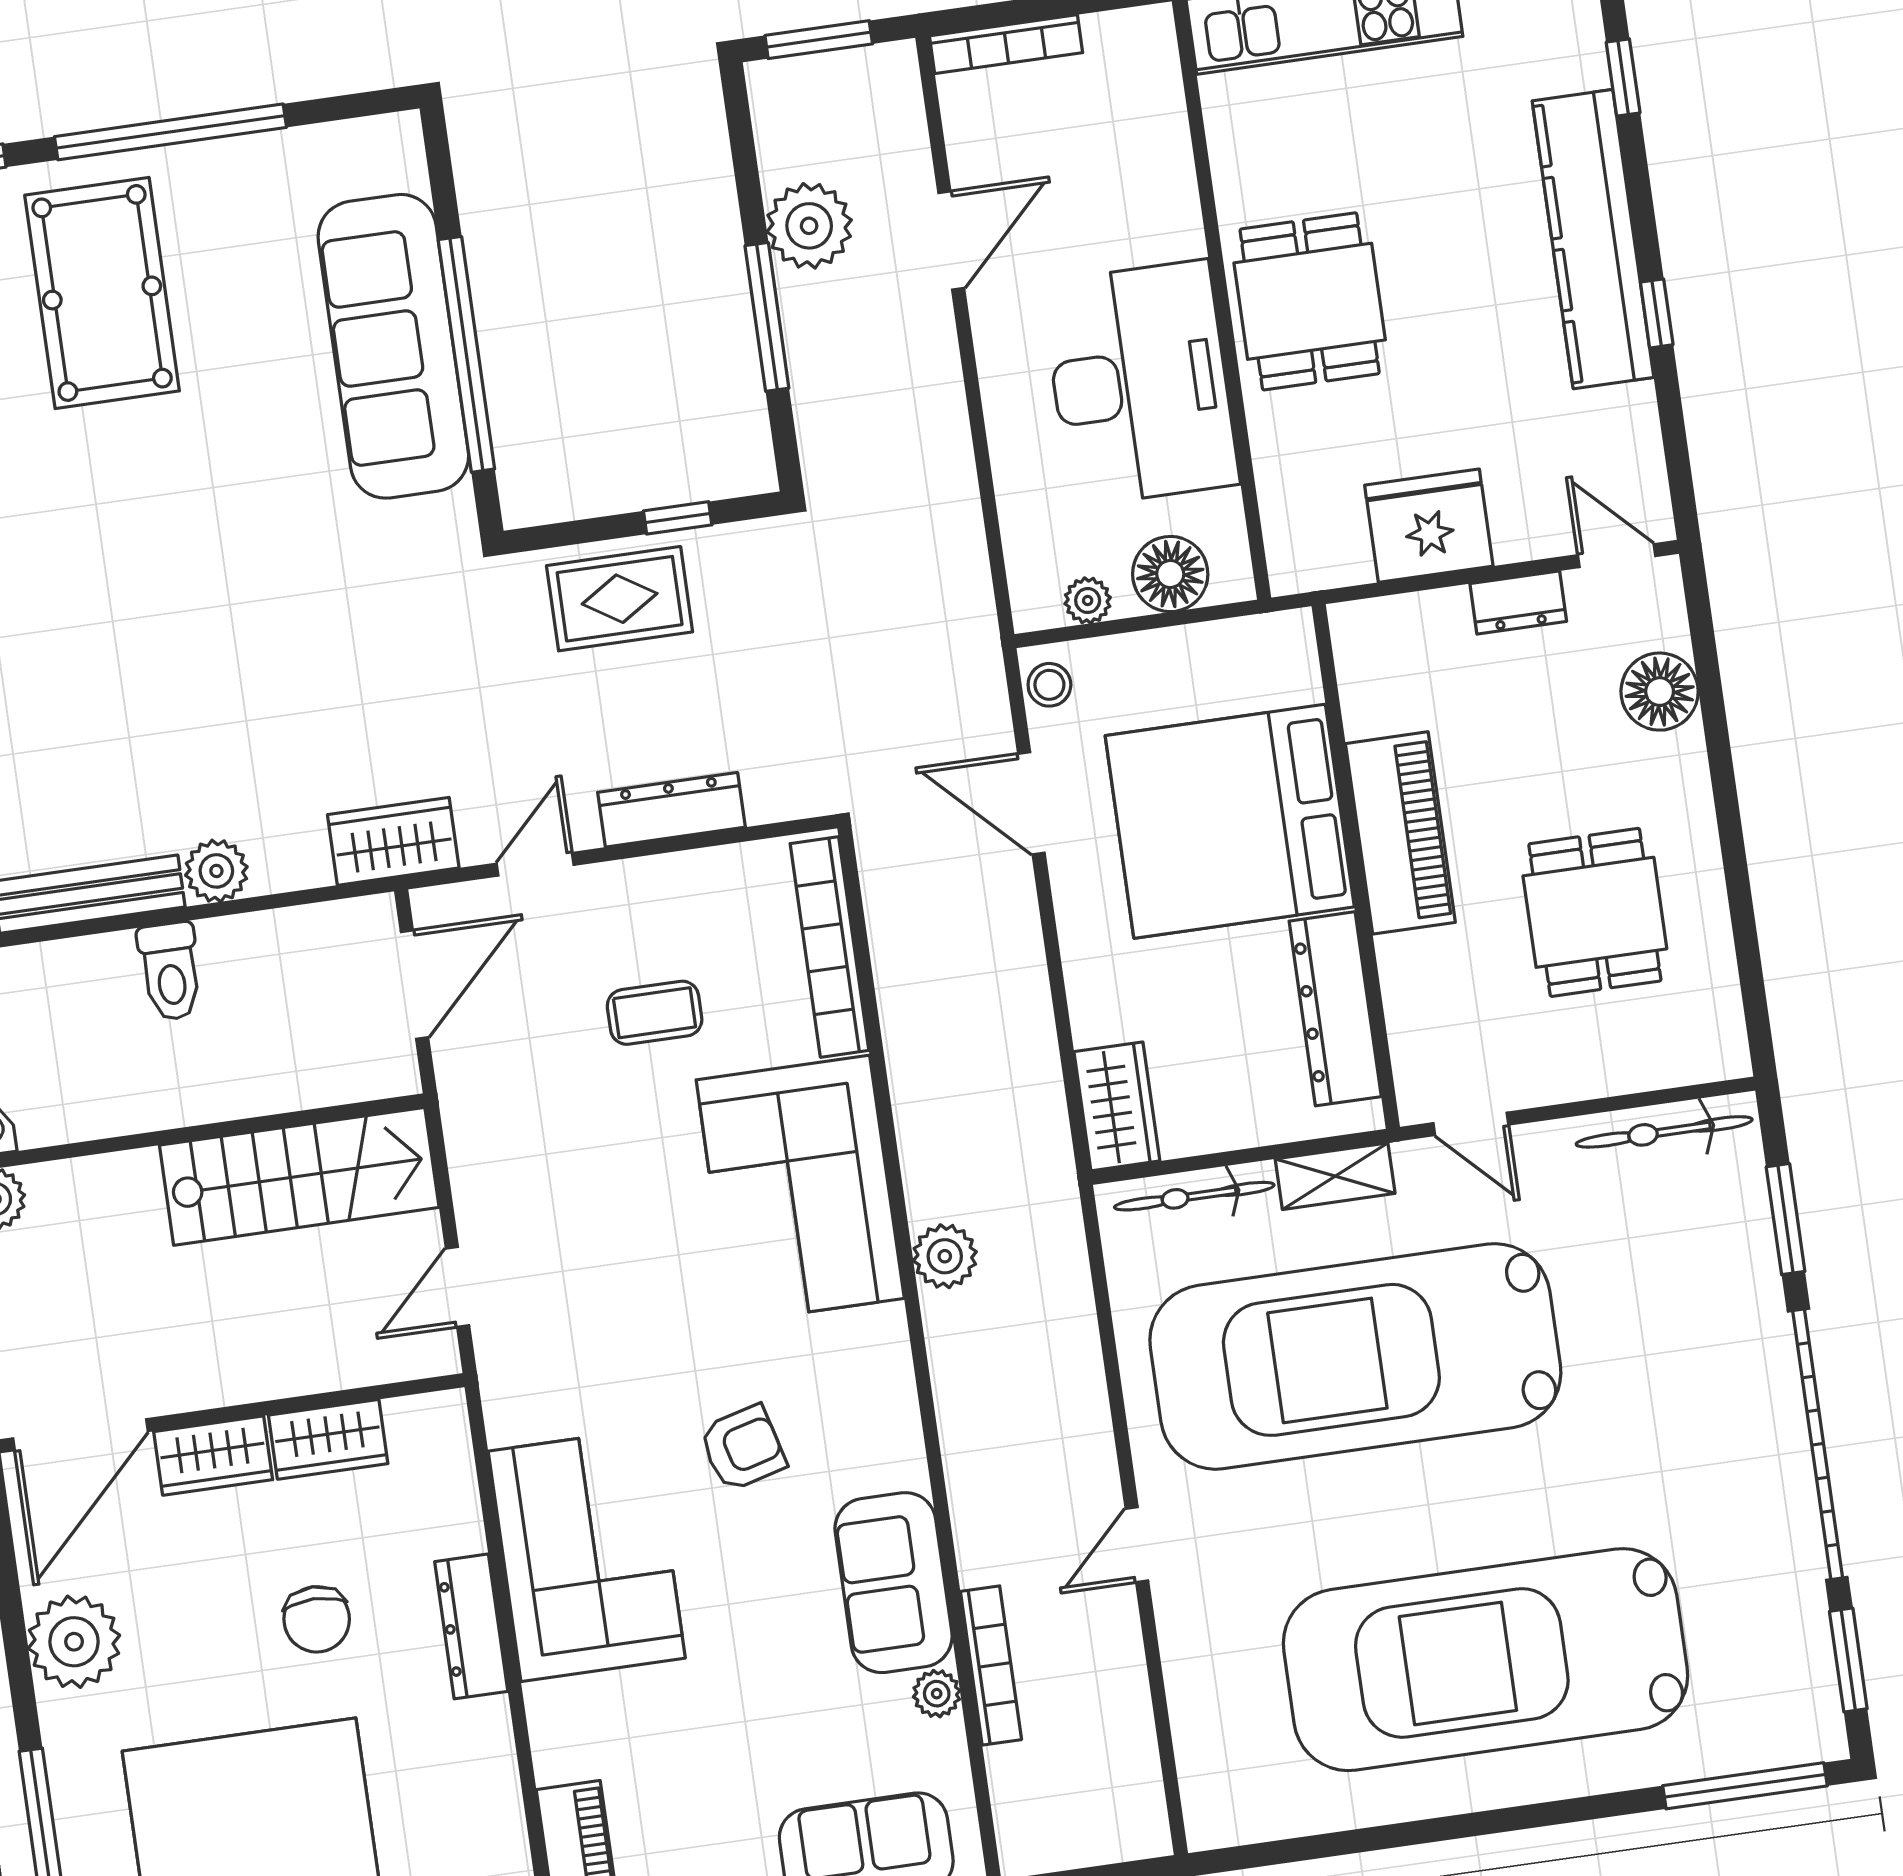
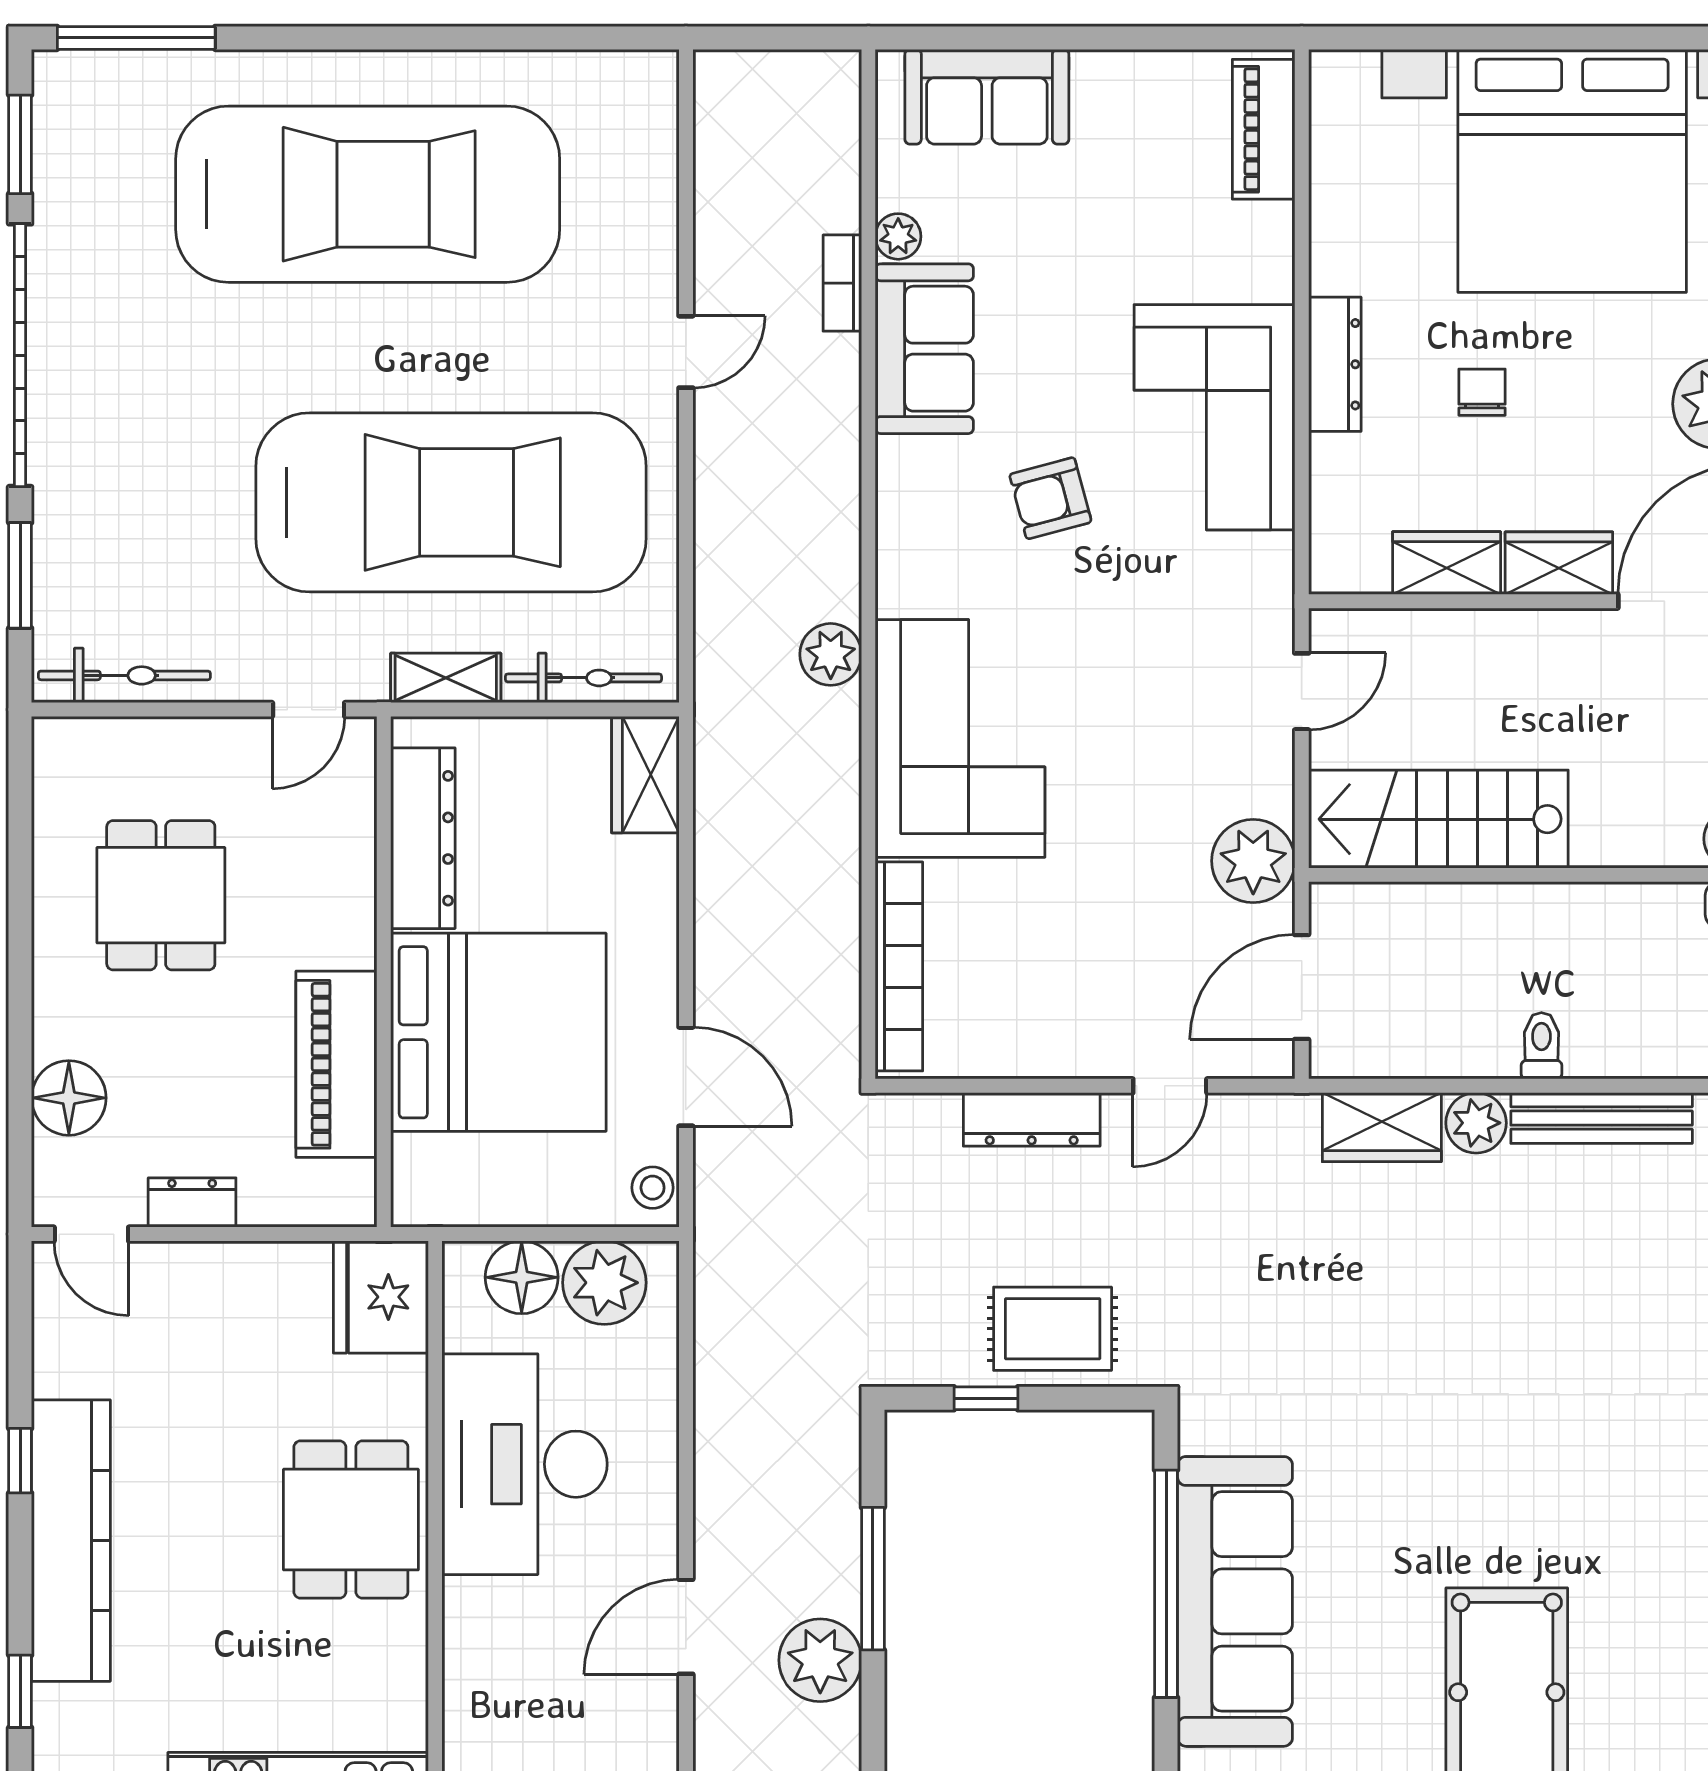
fridge: (1429, 526) -> (381, 1297), moved, turned 90
plant: (1088, 601) -> (604, 1283), width x1.87, depth x1.87
piano: (1400, 833) -> (336, 1064), moved
wardrobe: (393, 841) -> (1382, 1127), moved
toilet: (170, 971) -> (1541, 1046), width x0.73, depth x0.72
coffee table: (655, 1013) -> (1076, 927), removed
plant: (482, 1106) -> (1253, 861), added
door: (1471, 1124) -> (309, 710), swing flipped
chair: (317, 1619) -> (1482, 392), width x0.73, depth x0.73
bookcase: (991, 1665) -> (842, 283), width x0.64

